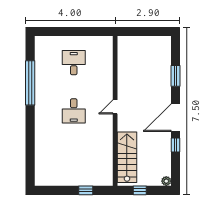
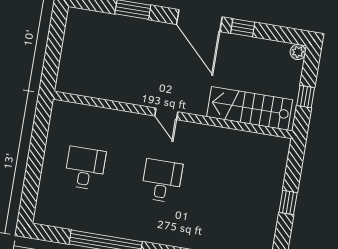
desk: (74, 63) -> (85, 168), turned 90
desk: (74, 111) -> (162, 181), turned -90
window: (86, 190) -> (288, 202), moved

